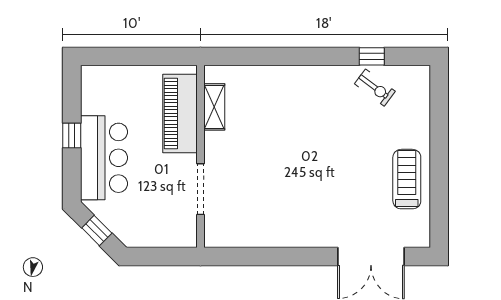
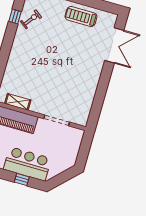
window: (72, 136) -> (22, 180), moved
window: (97, 231) -> (62, 178), removed

